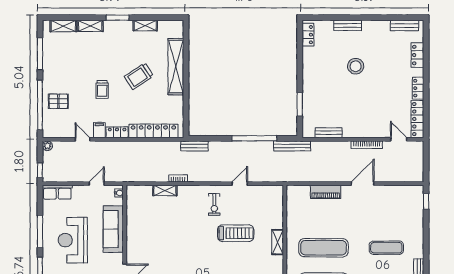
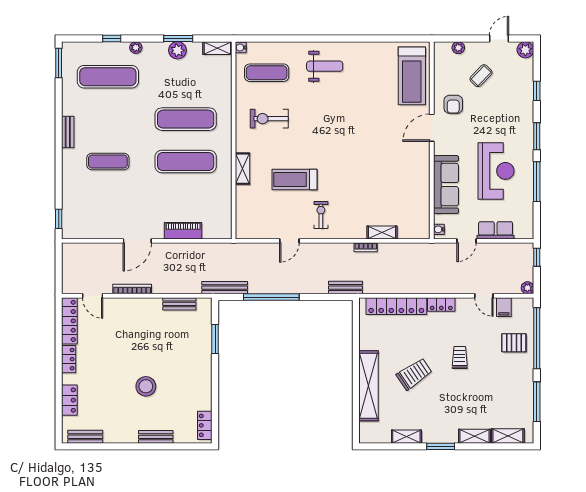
filing cabinet: (99, 130) -> (504, 307), moved
row of seats: (57, 192) -> (496, 230), moved

